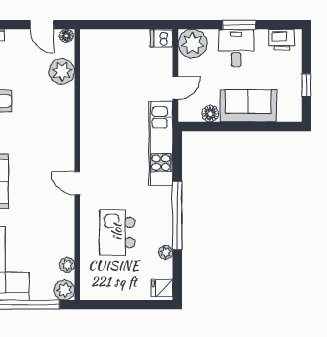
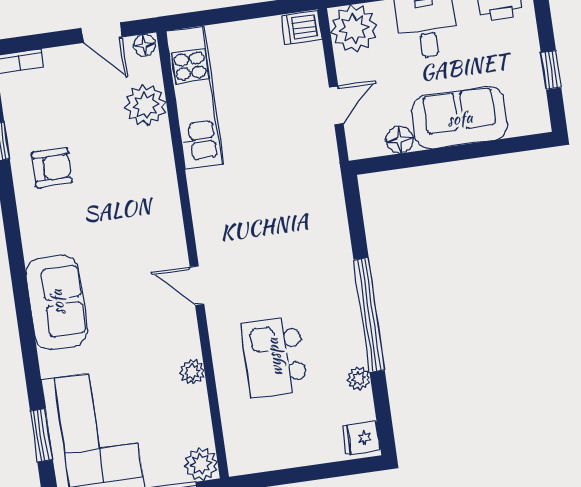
kitchen unit: (161, 143) -> (195, 98), moved, turned 180
plant: (67, 265) -> (192, 372), moved

